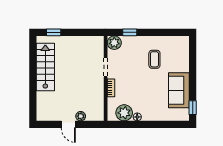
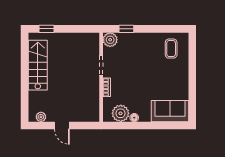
coffee table: (154, 59) -> (171, 49), moved
sofa: (179, 90) -> (170, 111), moved, turned 90
window: (193, 108) -> (192, 108), removed
plant: (81, 116) -> (41, 117), moved

